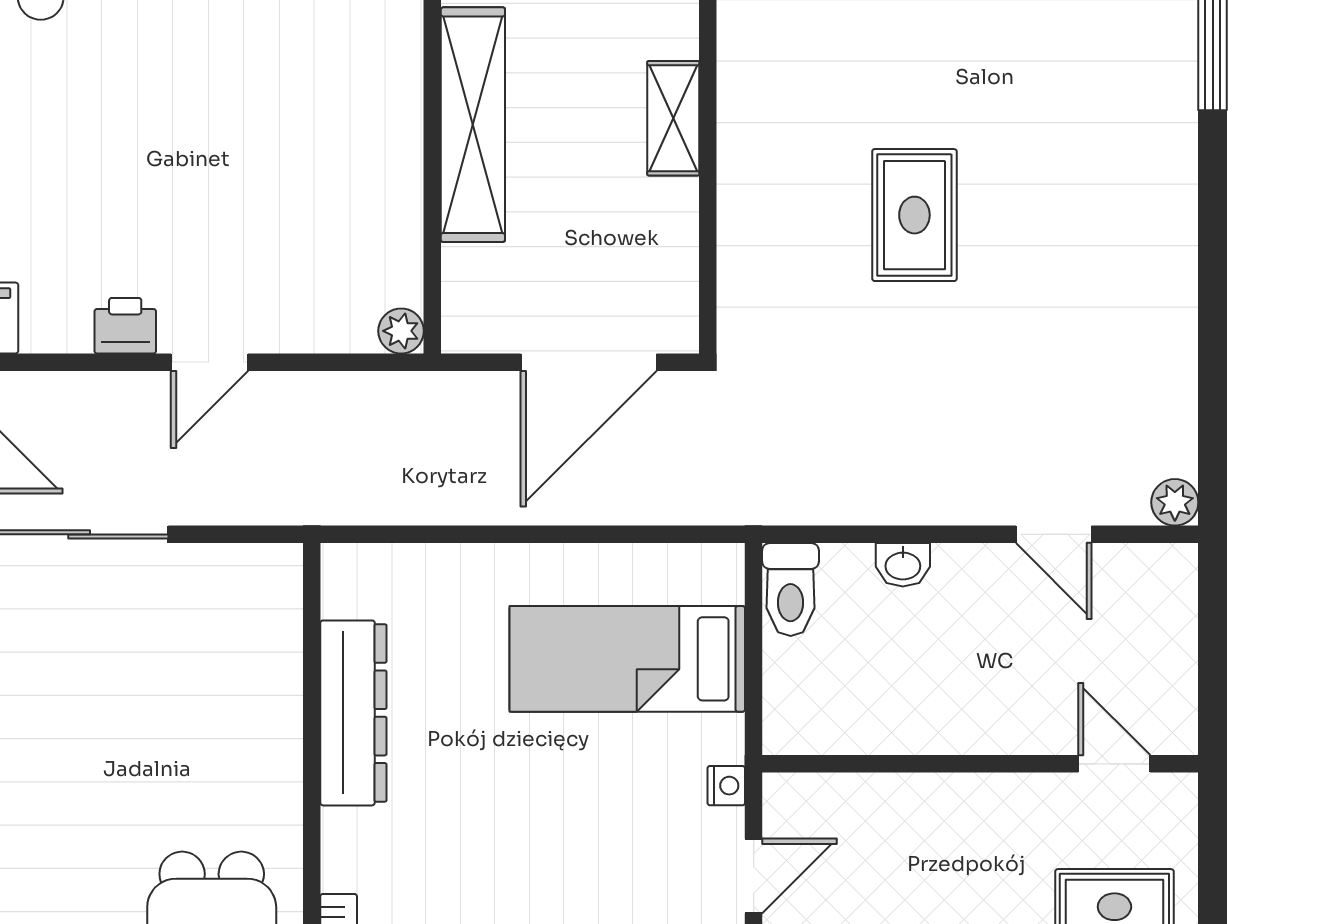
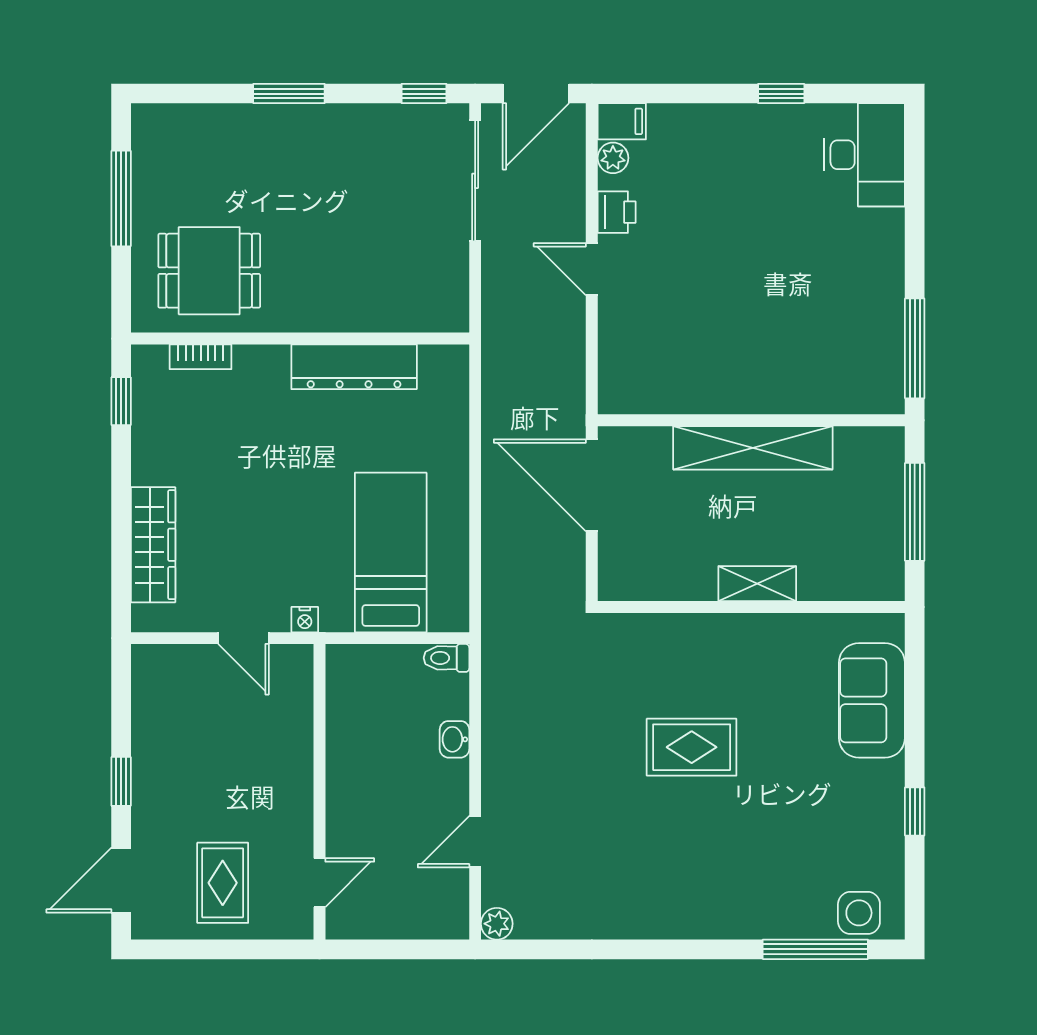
plant: (401, 331) -> (613, 158), moved
door: (589, 362) -> (592, 485), moved
toilet: (791, 590) -> (446, 658), width x0.73, depth x0.72

